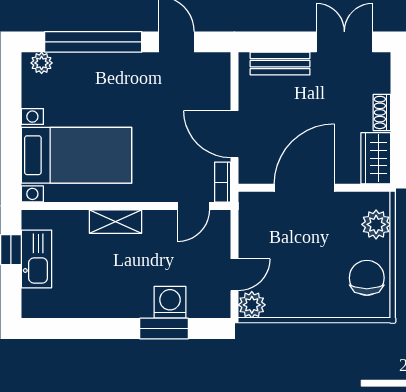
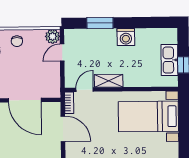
door: (304, 188) -> (25, 100), hinge flipped
shelving: (116, 222) -> (109, 81), moved
chair: (318, 297) -> (17, 41), added
washing machine: (170, 302) -> (126, 37), moved

